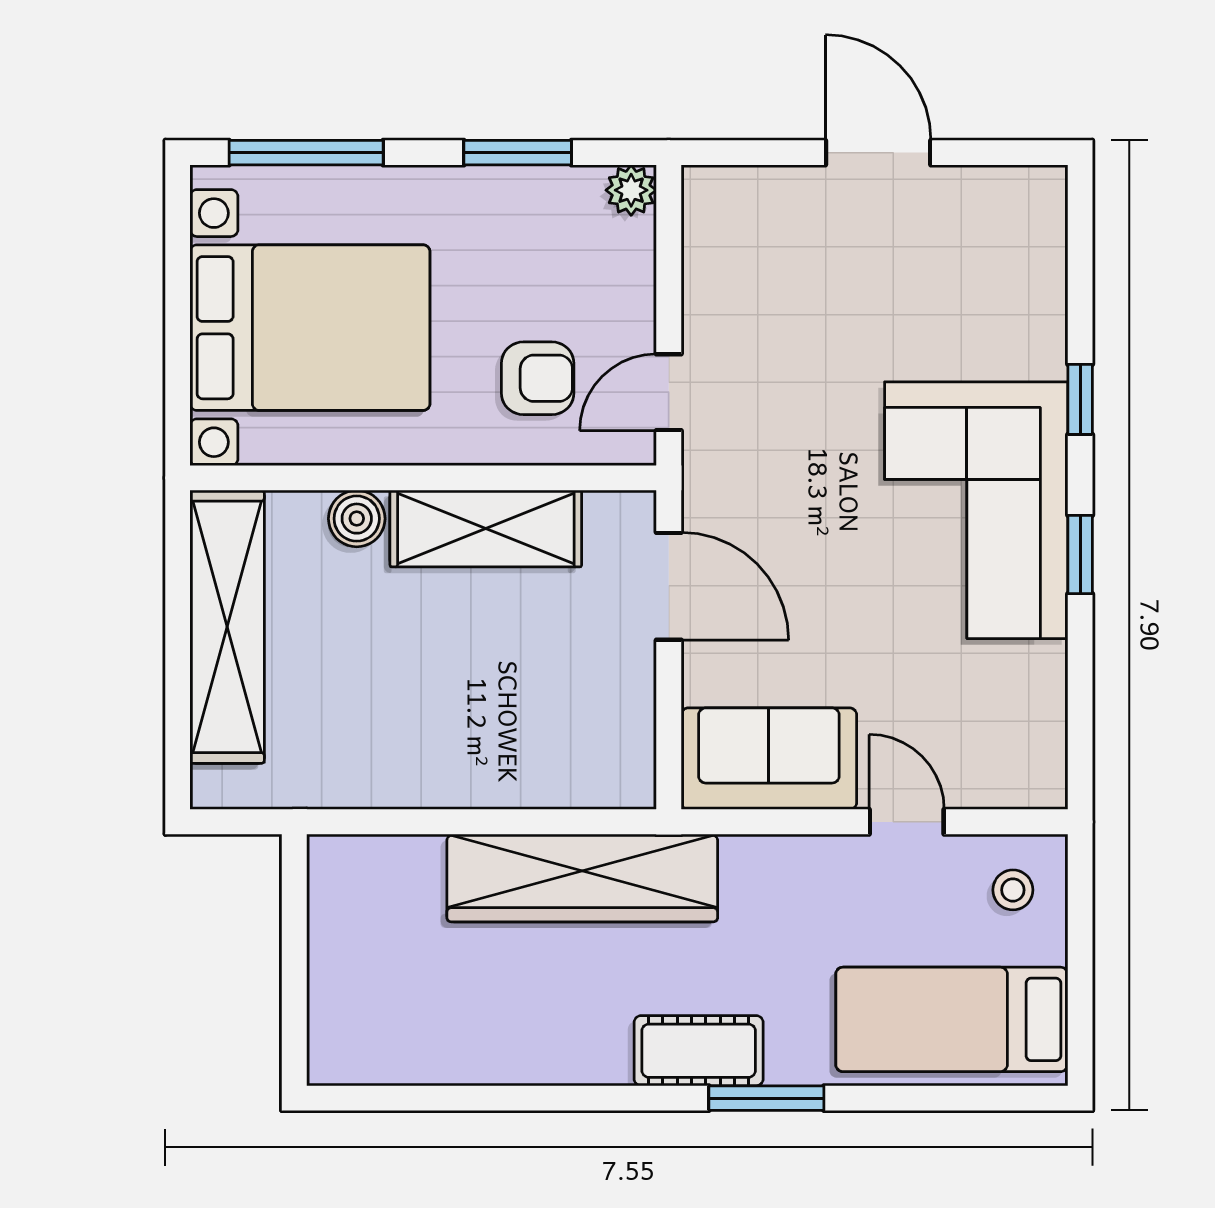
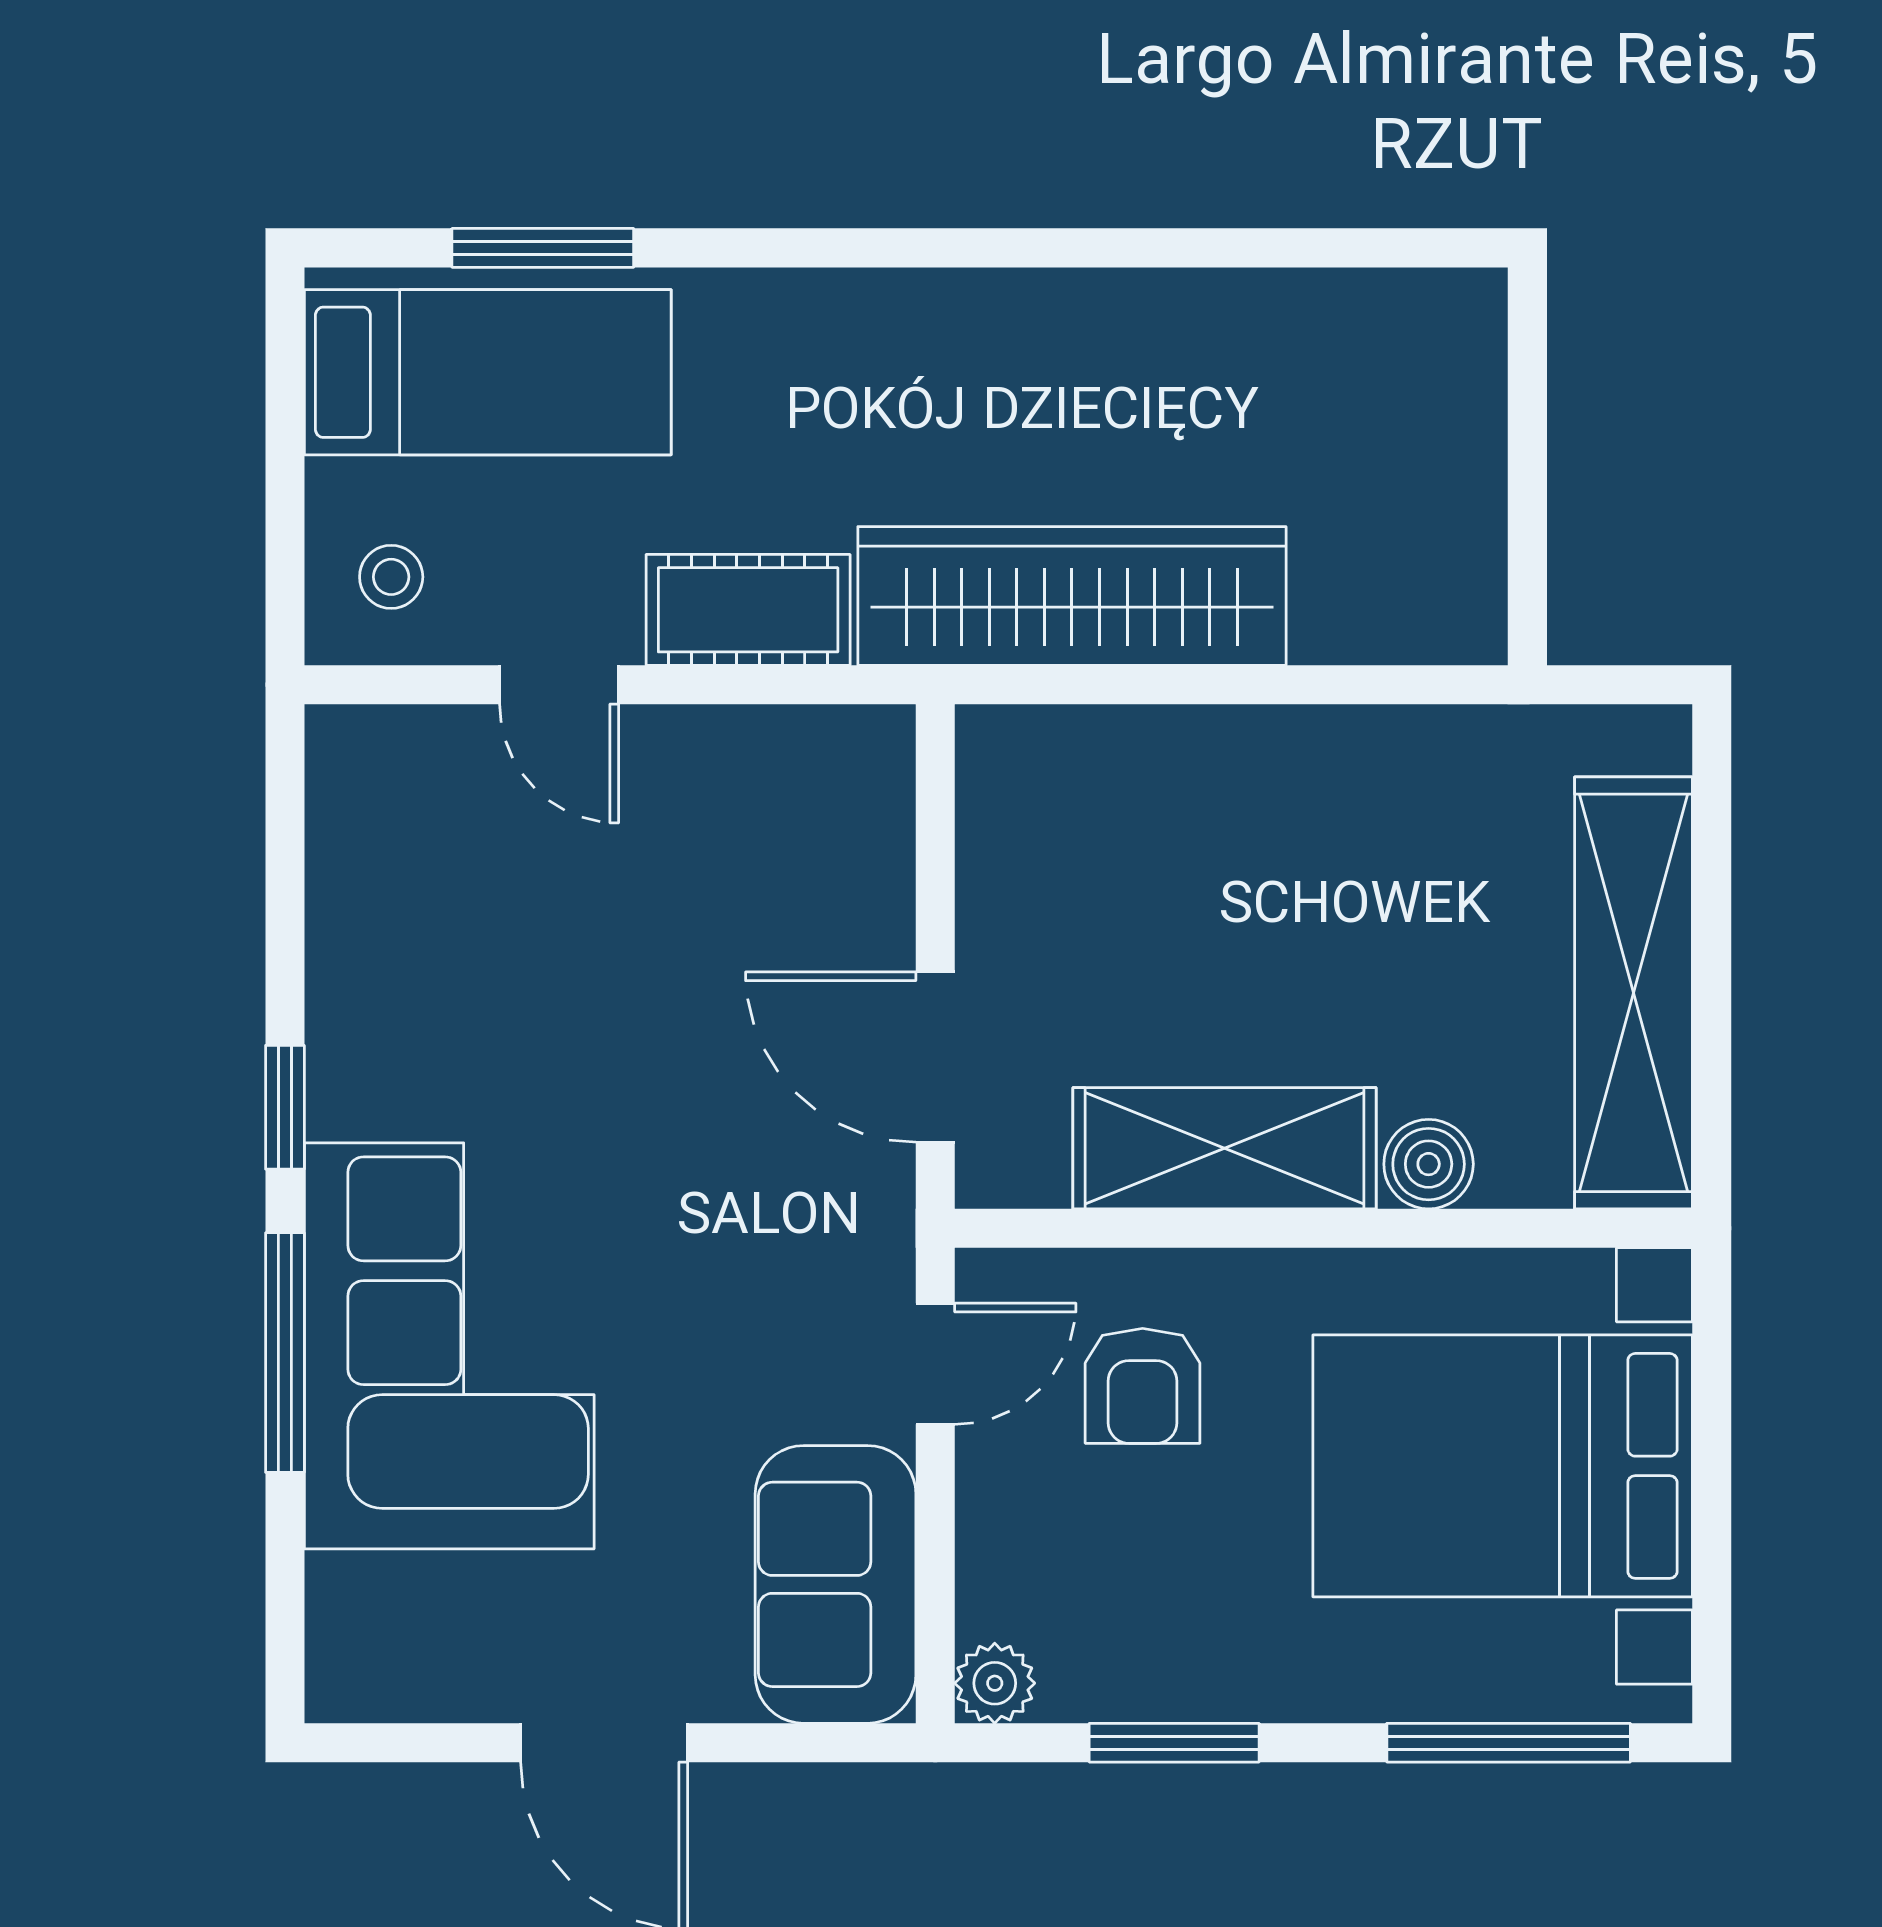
armchair: (538, 378) -> (1143, 1386), turned -90
window: (1080, 399) -> (285, 1353), width x2.17
corner sofa: (976, 510) -> (449, 1346), moved
sofa: (769, 759) -> (836, 1584), moved, turned 90
cot: (699, 1051) -> (748, 610), moved
window: (766, 1098) -> (543, 248), moved

